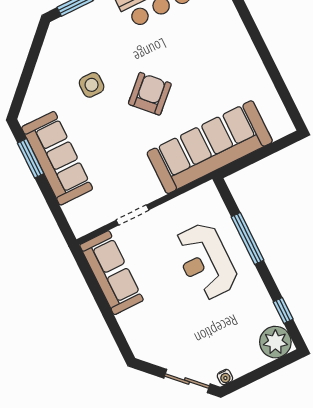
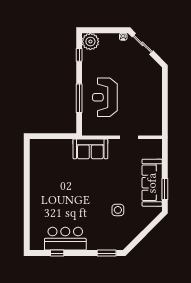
armchair: (150, 94) -> (92, 192), removed
sofa: (210, 147) -> (90, 149), width x0.54, depth x0.79
reception desk: (205, 261) -> (105, 97), turned 180
sofa: (111, 273) -> (153, 114), removed

